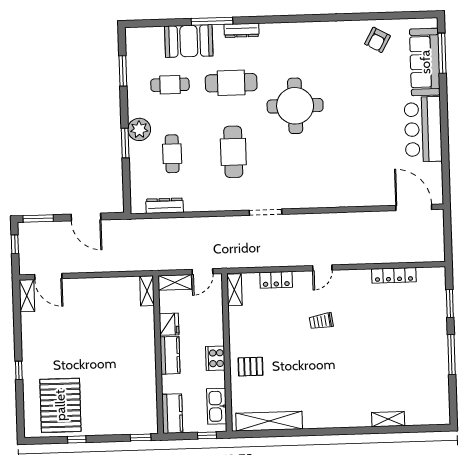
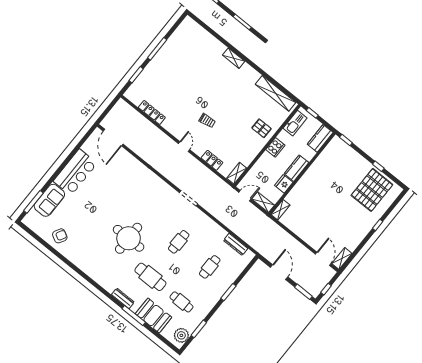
sofa: (425, 62) -> (49, 200), width x0.73
plant: (139, 129) -> (181, 335), moved
cafe table: (233, 152) -> (179, 242), width x0.73, depth x0.74
door: (322, 268) -> (184, 147), hinge flipped
shelving: (388, 419) -> (234, 58), moved

